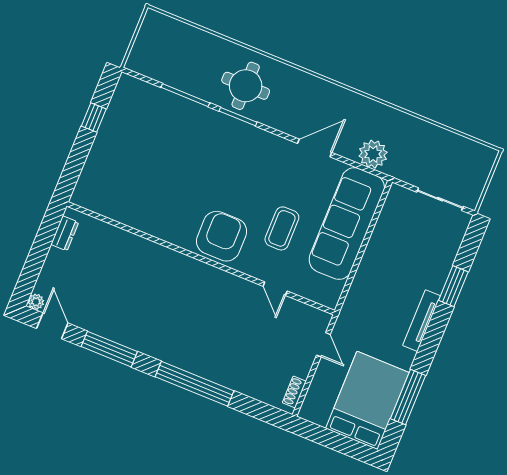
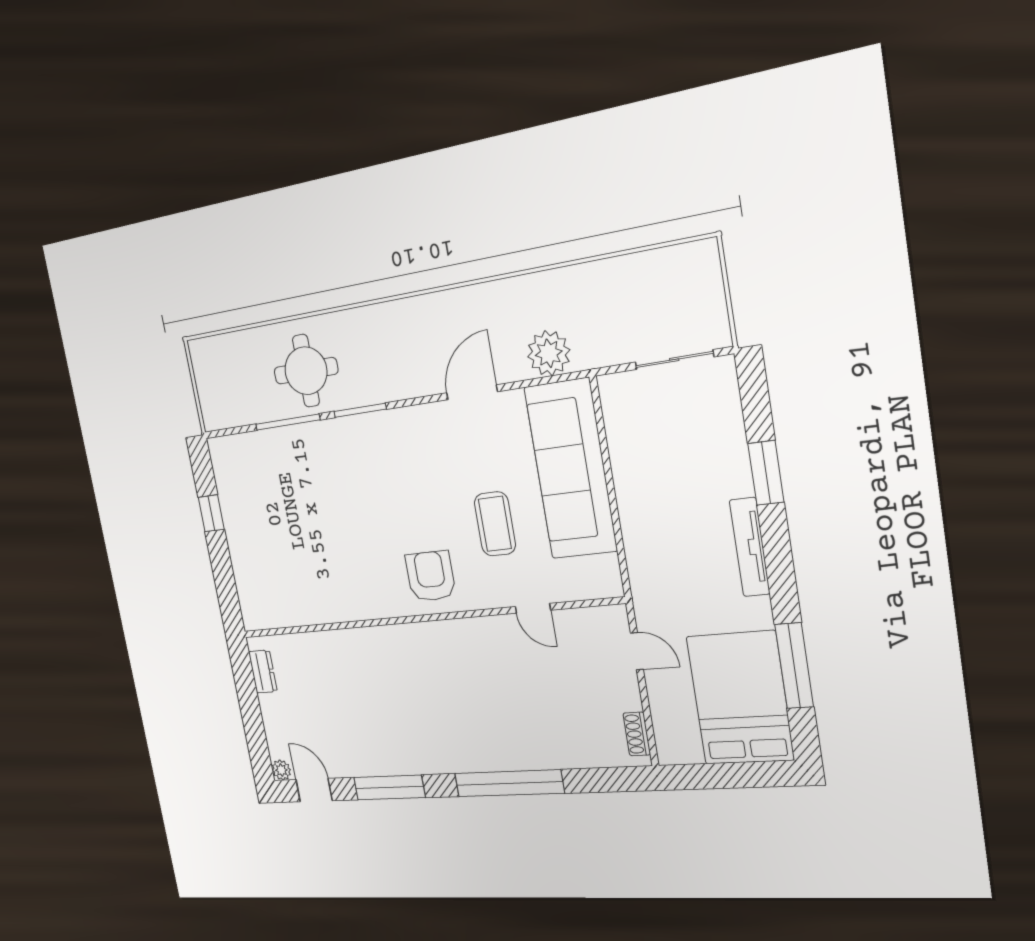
round table: (246, 86) -> (306, 371), moved
armchair: (222, 236) -> (431, 576), width x0.73, depth x0.73

